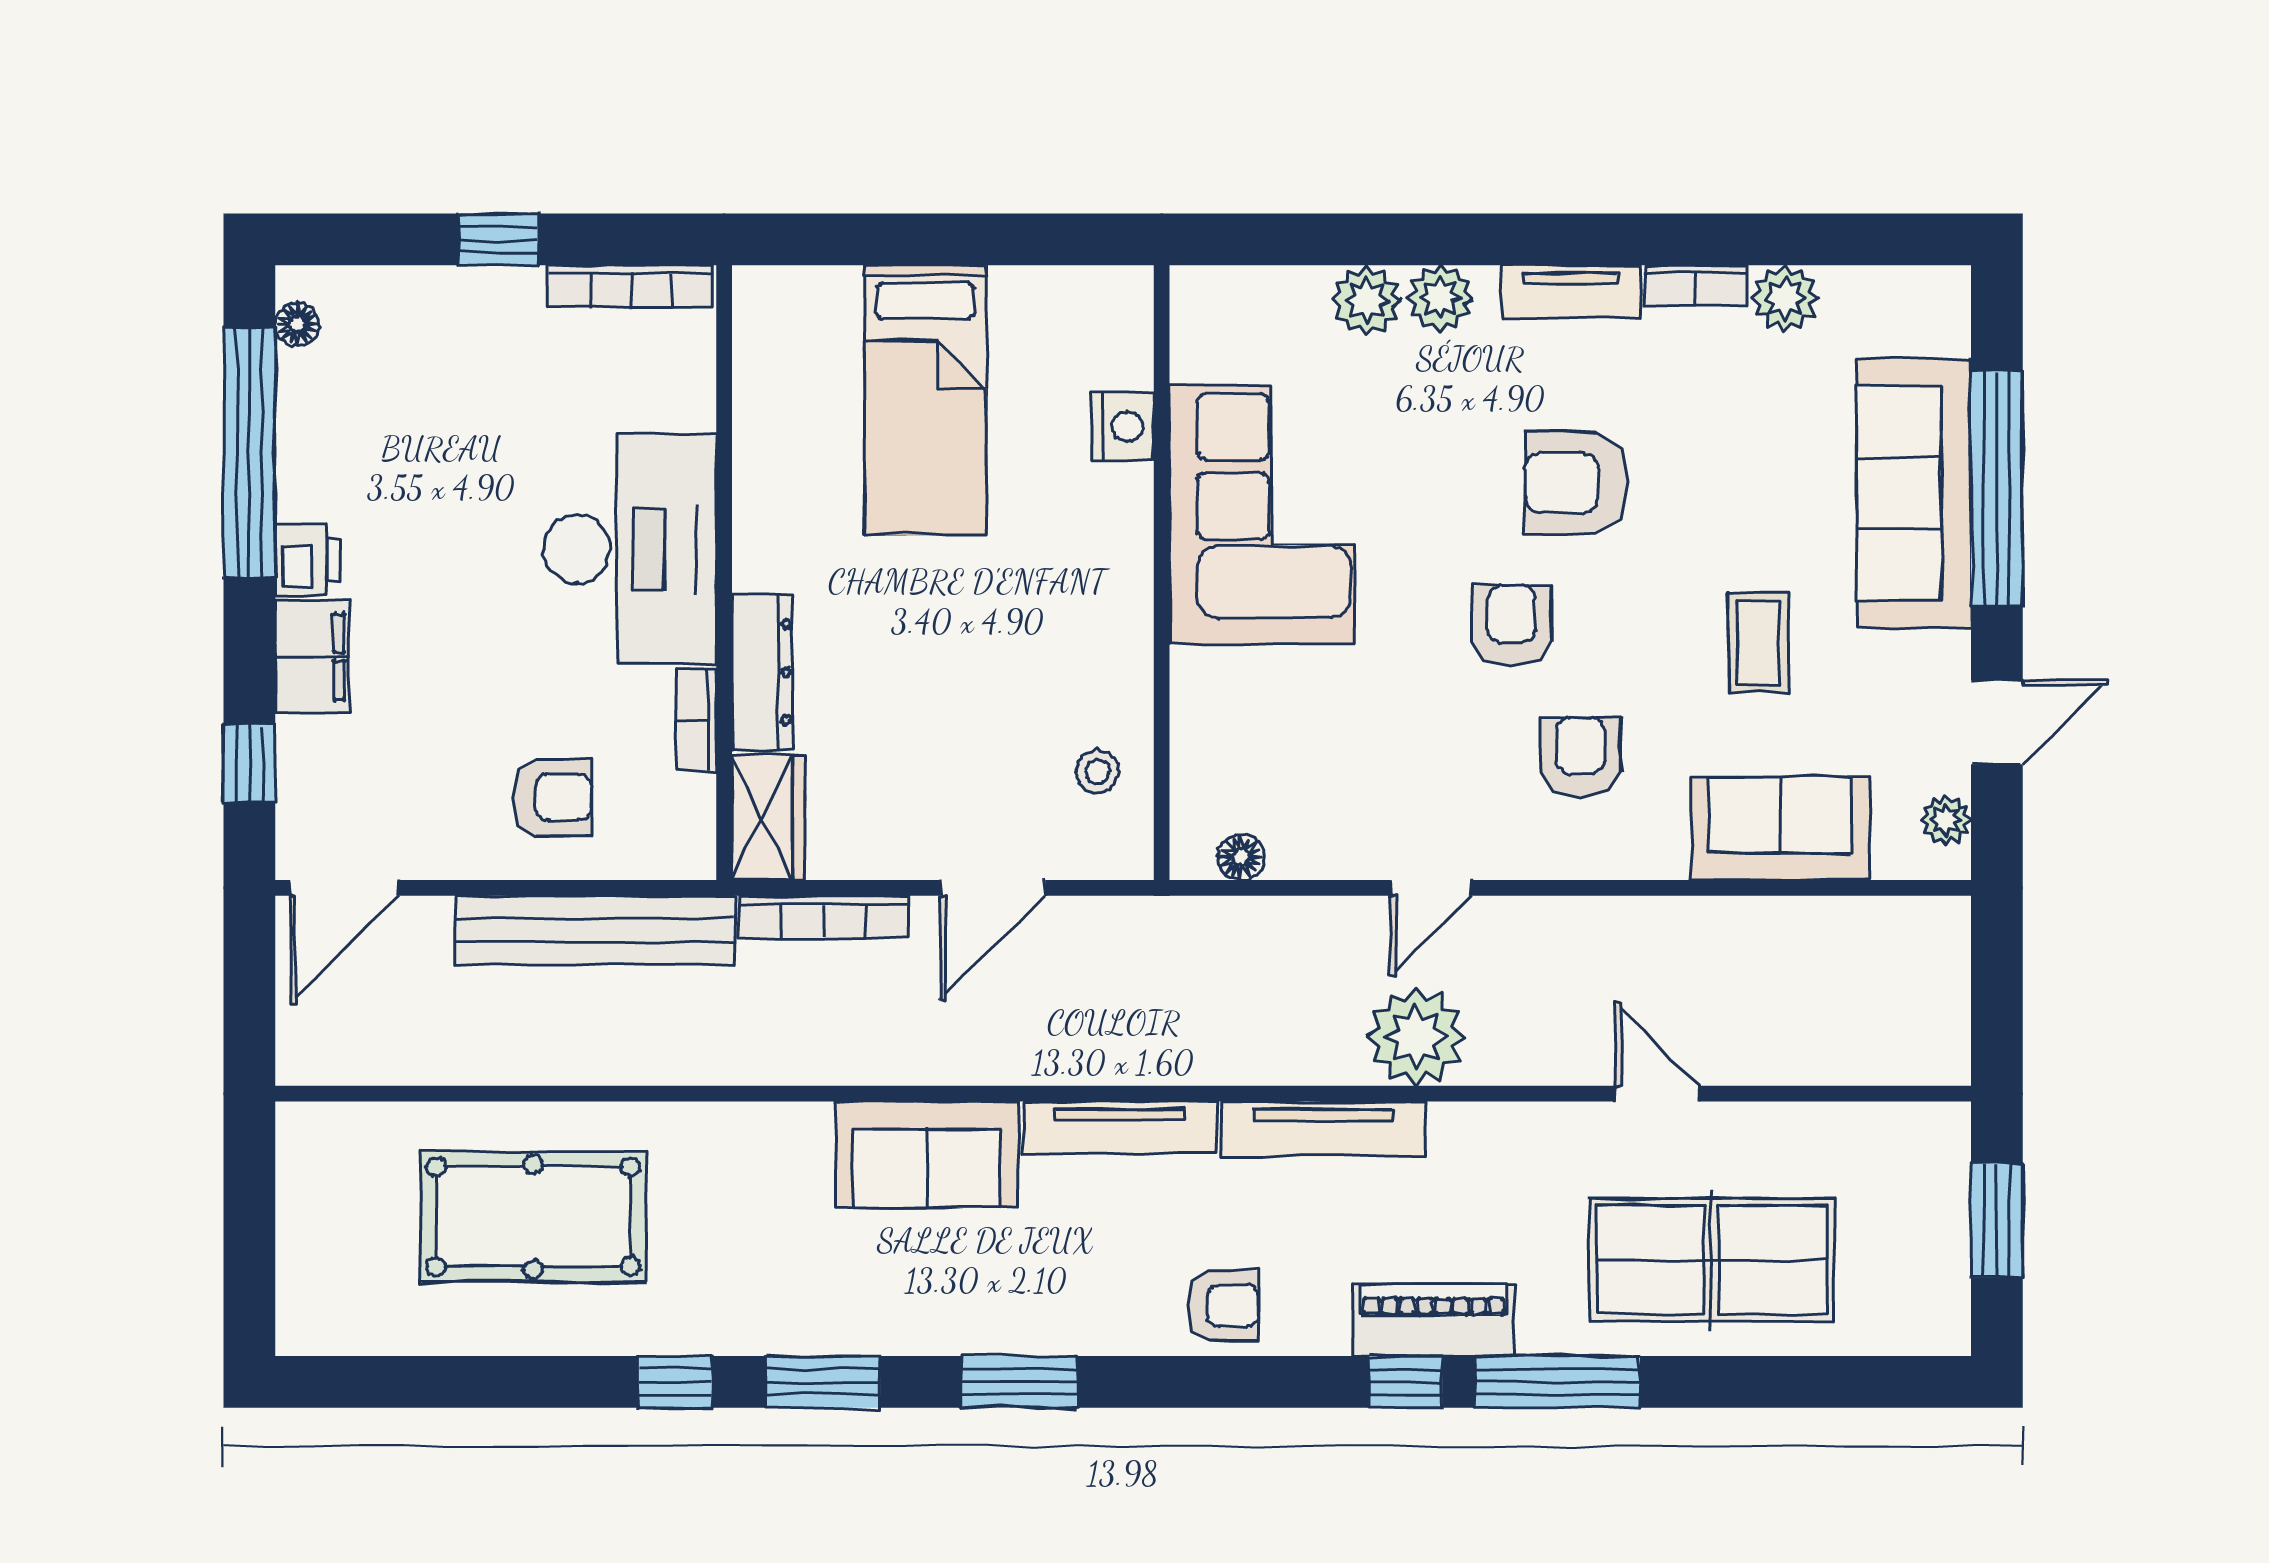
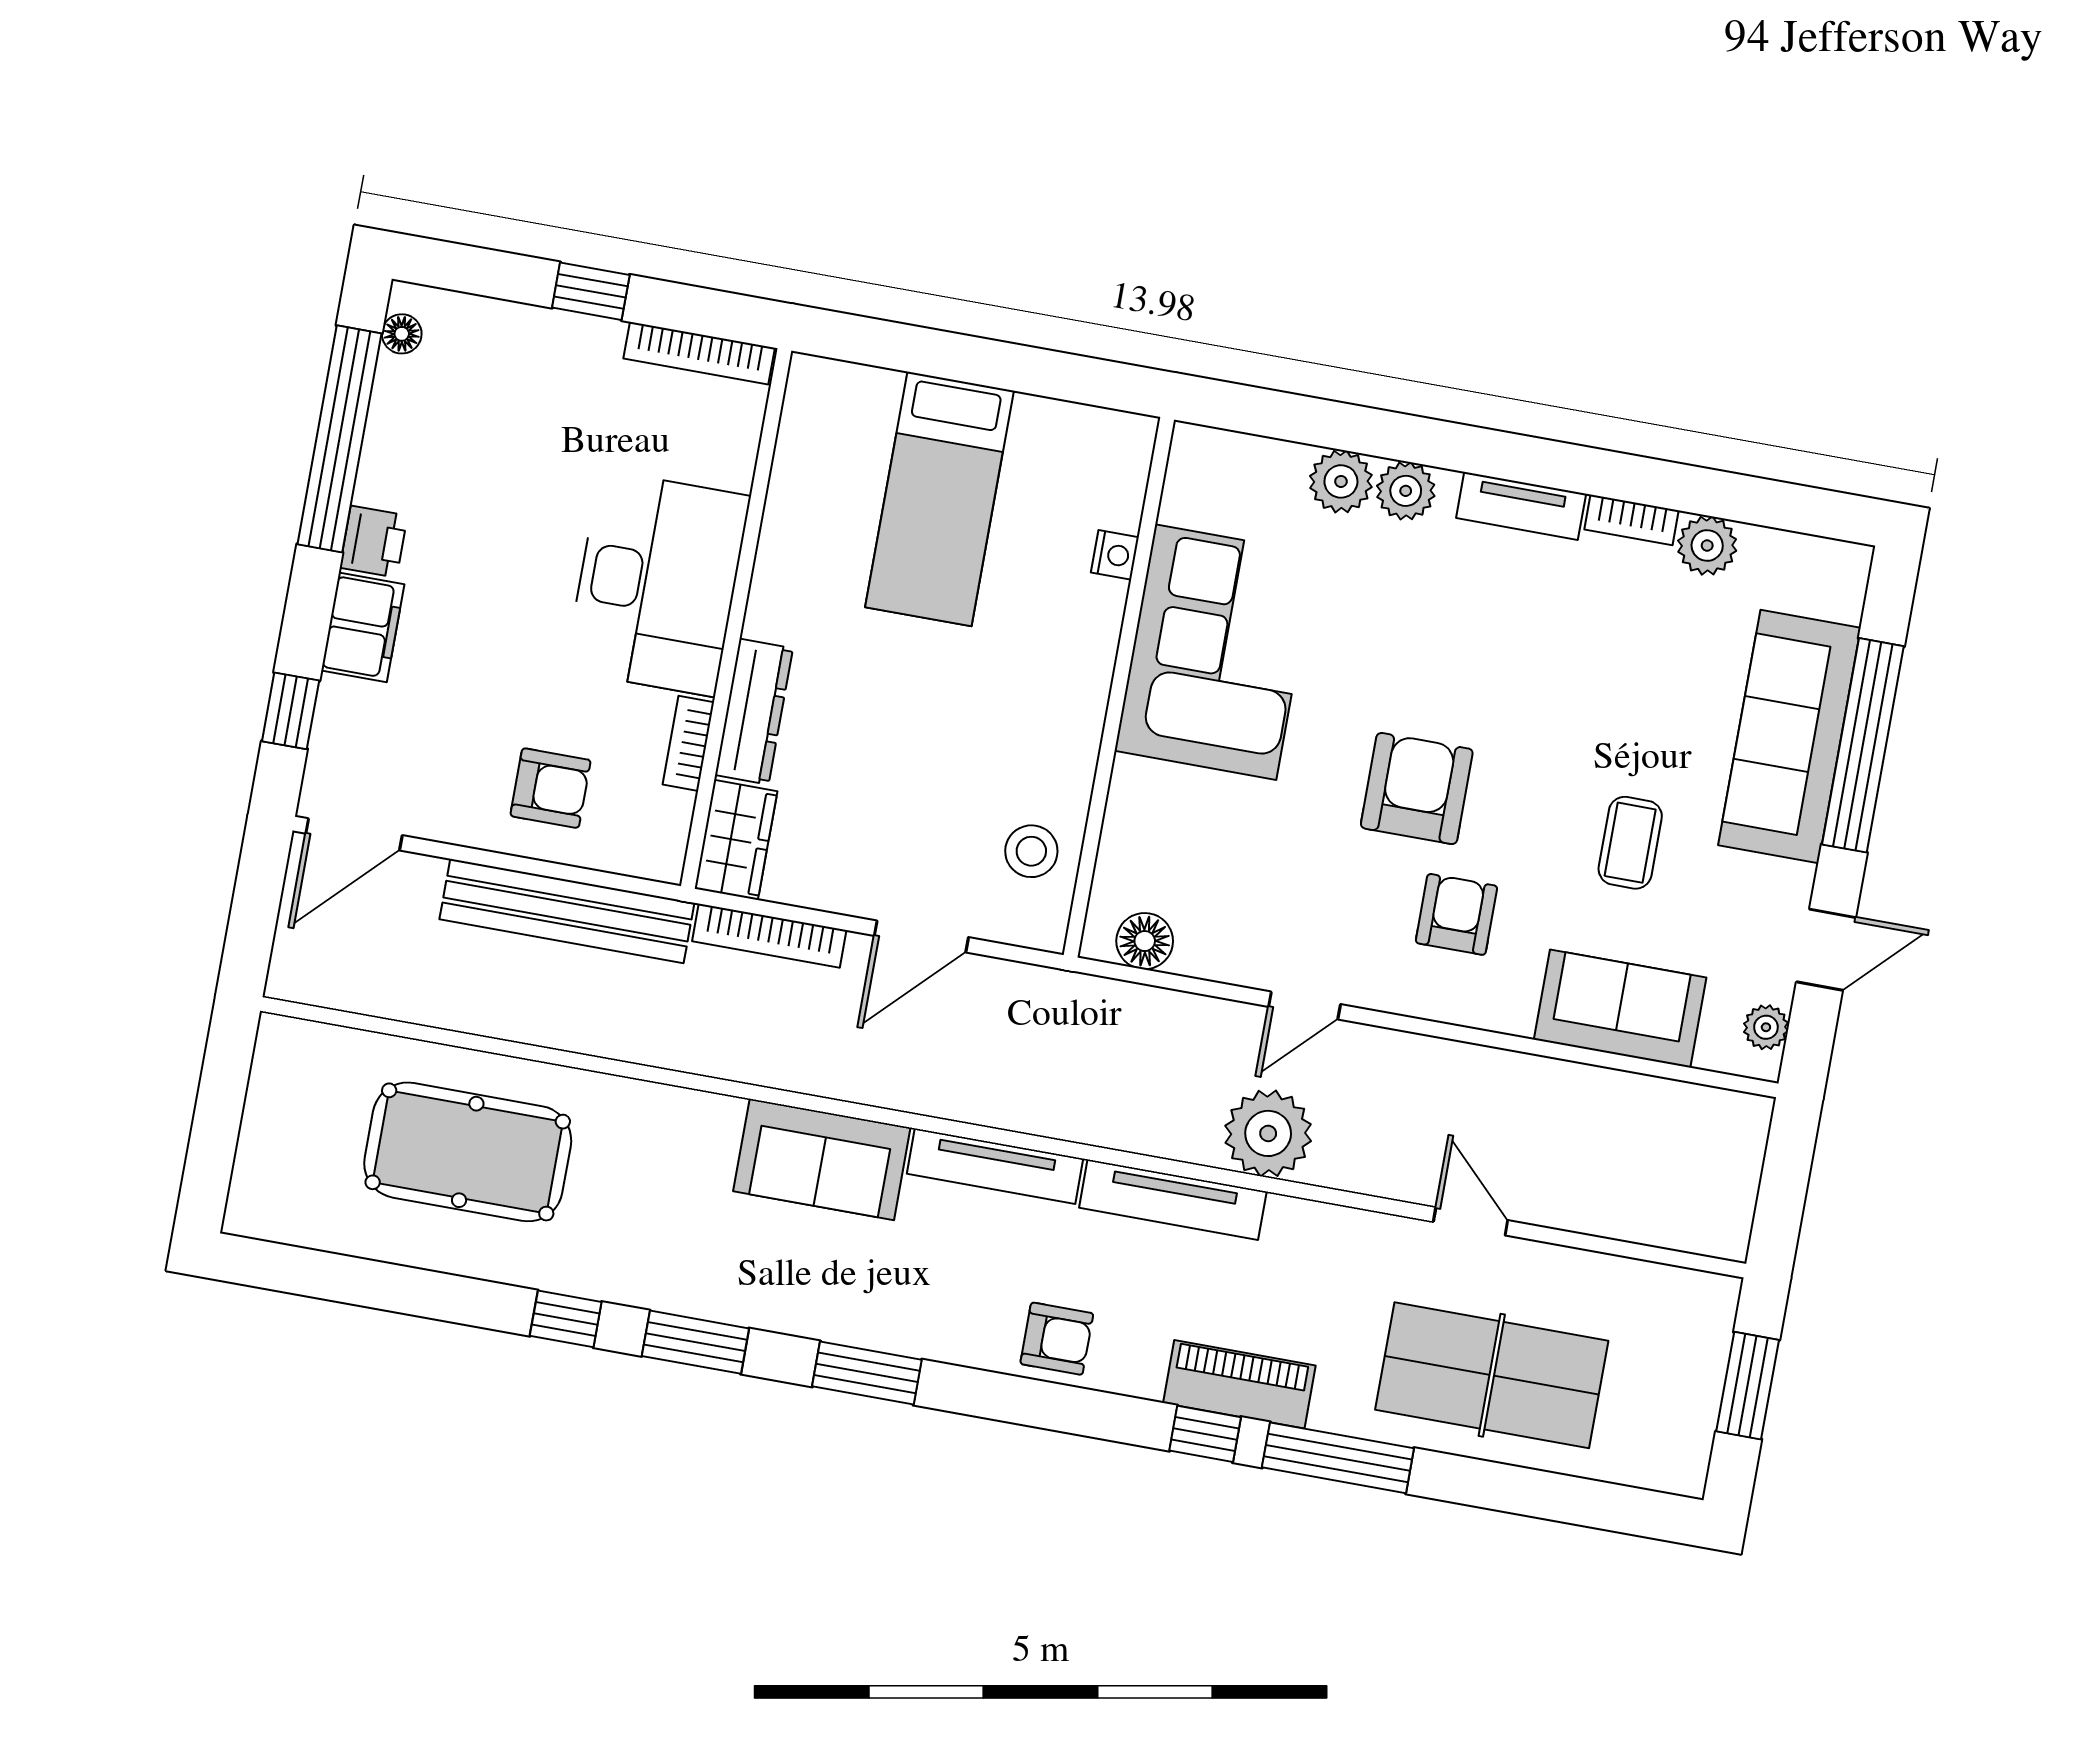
nightstand: (1123, 427) -> (1115, 555), width x0.72, depth x0.74
armchair: (1576, 483) -> (1496, 674), removed
armchair: (1512, 625) -> (1417, 789), width x1.38, depth x1.38
stool: (1097, 771) -> (1031, 851), width x1.37, depth x1.37
floor lamp: (1241, 857) -> (1145, 941), width x1.37, depth x1.37

